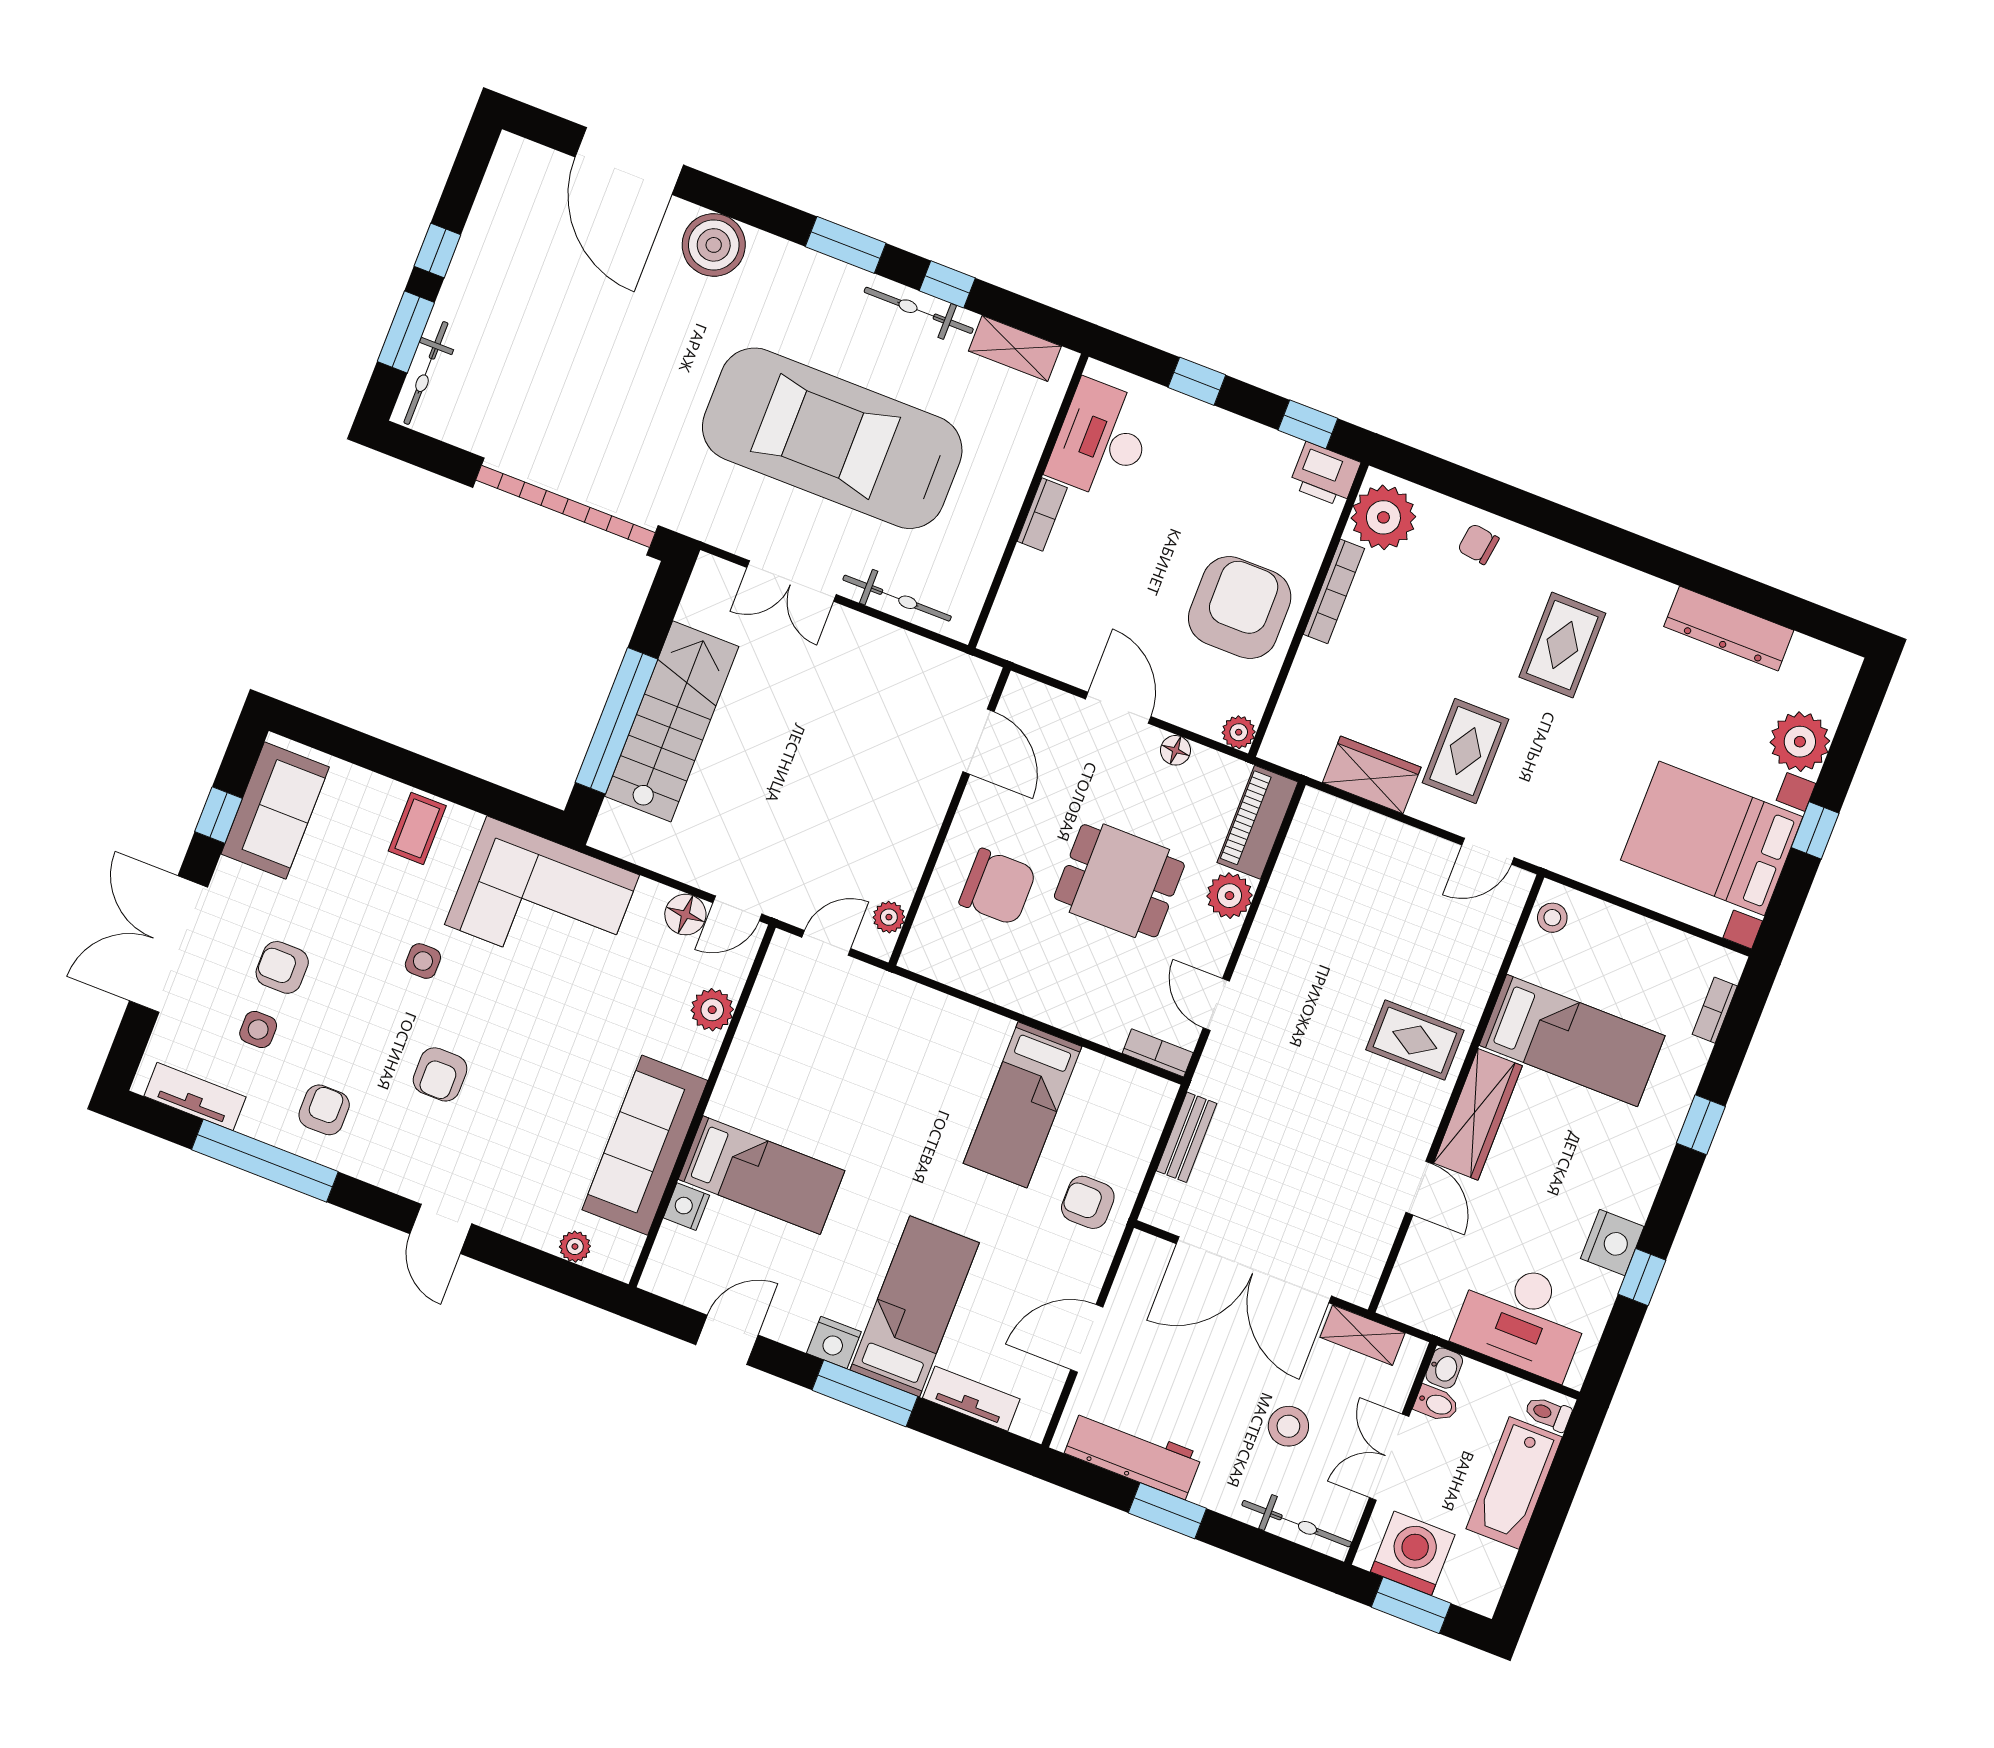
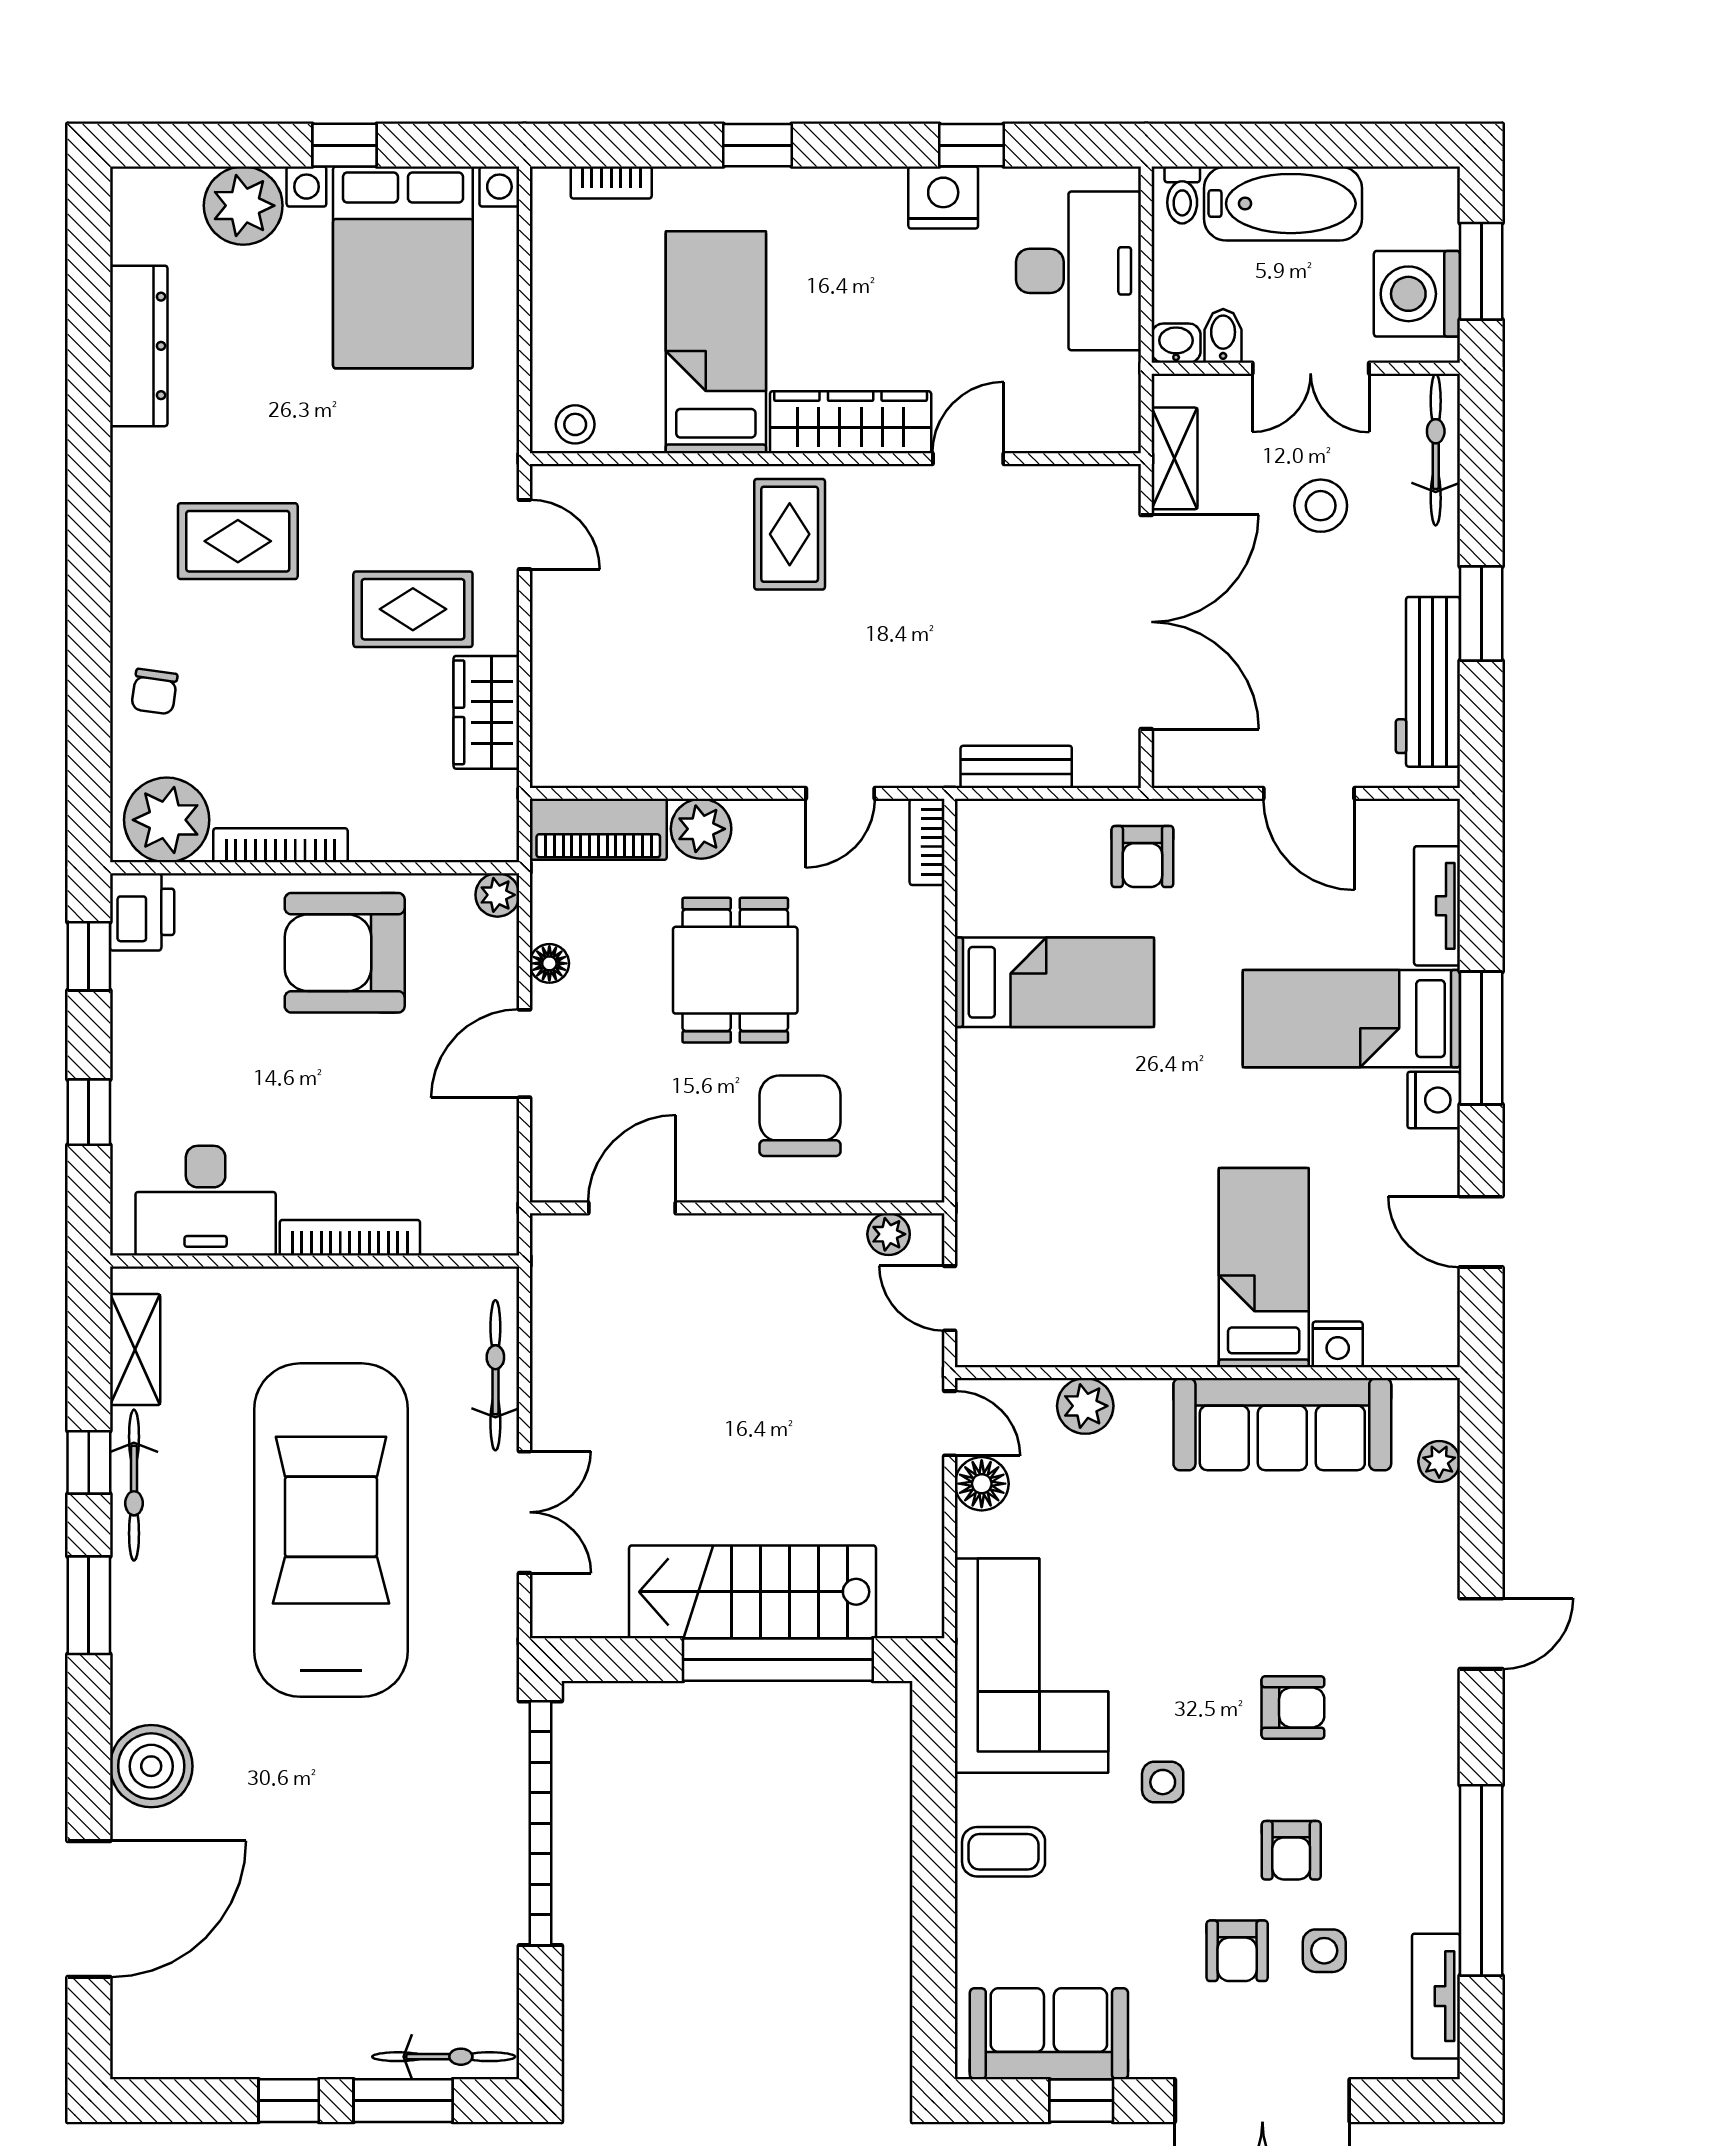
car: (832, 438) -> (331, 1530), turned 180
bookcase: (1042, 515) -> (350, 1238), width x1.56
armchair: (324, 1110) -> (1291, 1850), moved, turned -90

